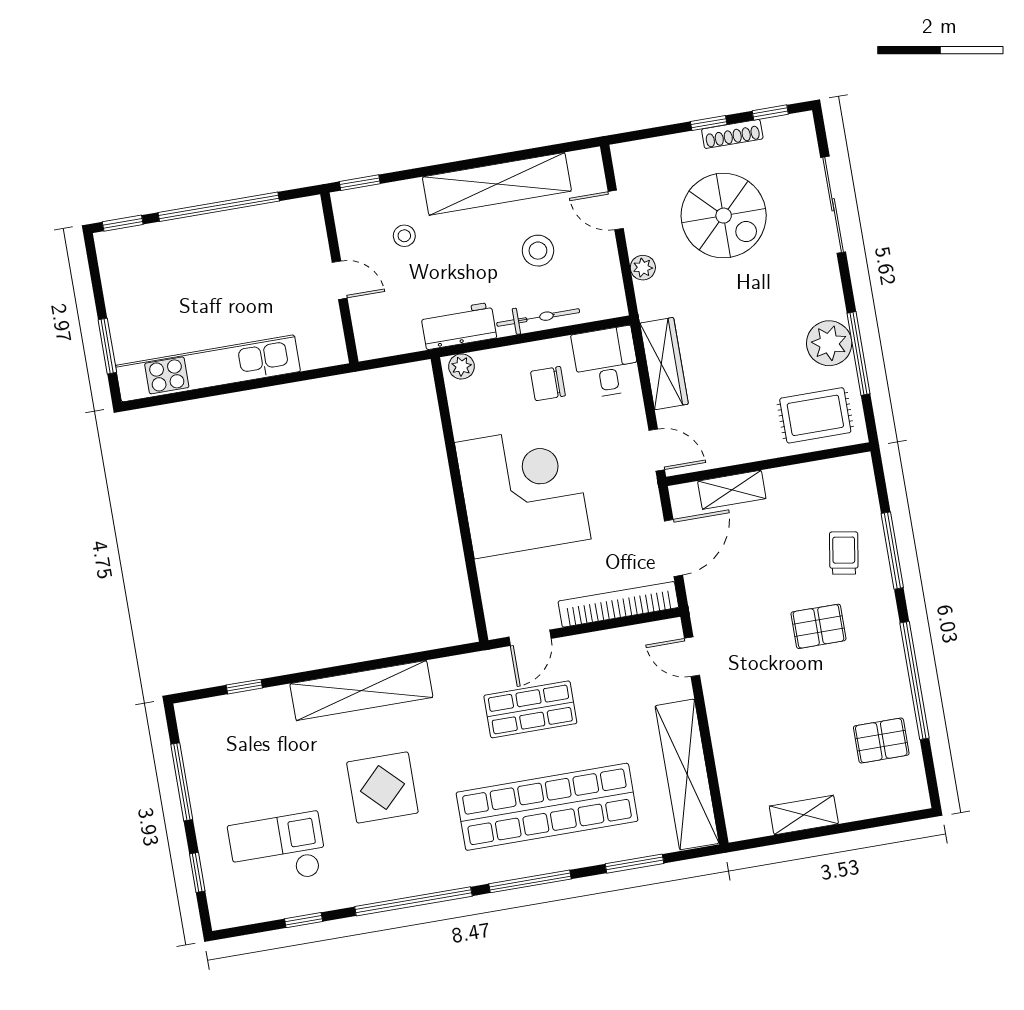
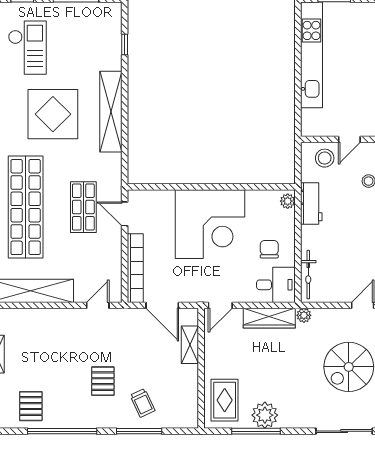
stool: (538, 251) -> (325, 158), moved
plant: (643, 268) -> (304, 315), moved
bicycle: (538, 318) -> (308, 275), moved
trolley: (844, 553) -> (143, 403), turned 56
display table: (382, 787) -> (53, 114), width x1.36, depth x1.36

